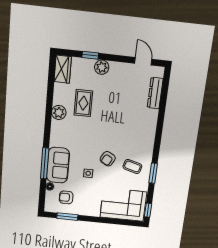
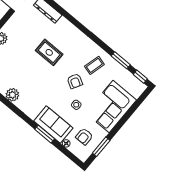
rug: (83, 103) -> (49, 52), moved
window: (45, 163) -> (45, 134), width x0.69
window: (153, 173) -> (121, 60), moved
corner sofa: (123, 205) -> (111, 107), moved

